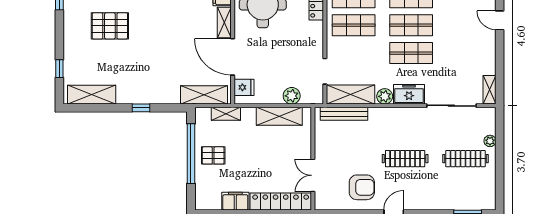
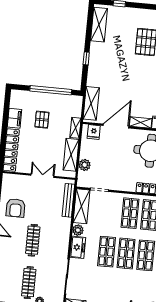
shelving: (226, 114) -> (75, 128), moved
pallet: (213, 155) -> (42, 120), moved
double door: (313, 175) -> (42, 176), moved

